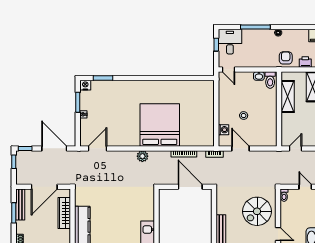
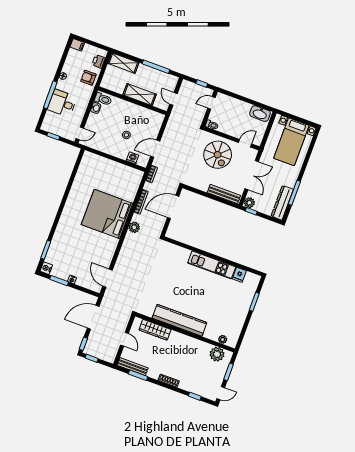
desk: (230, 42) -> (62, 103), moved
shelving: (288, 97) -> (140, 95), moved
plant: (142, 156) -> (134, 227), moved
door: (44, 187) -> (124, 339), width x0.53

